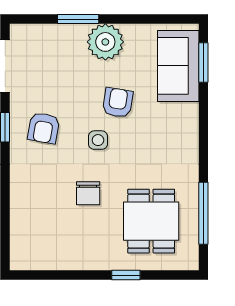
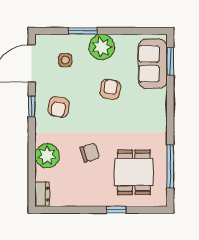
side table: (98, 140) -> (65, 60), moved
chair: (88, 193) -> (90, 153), turned -107
plant: (27, 198) -> (47, 156), added
dresser: (20, 253) -> (42, 194), added

